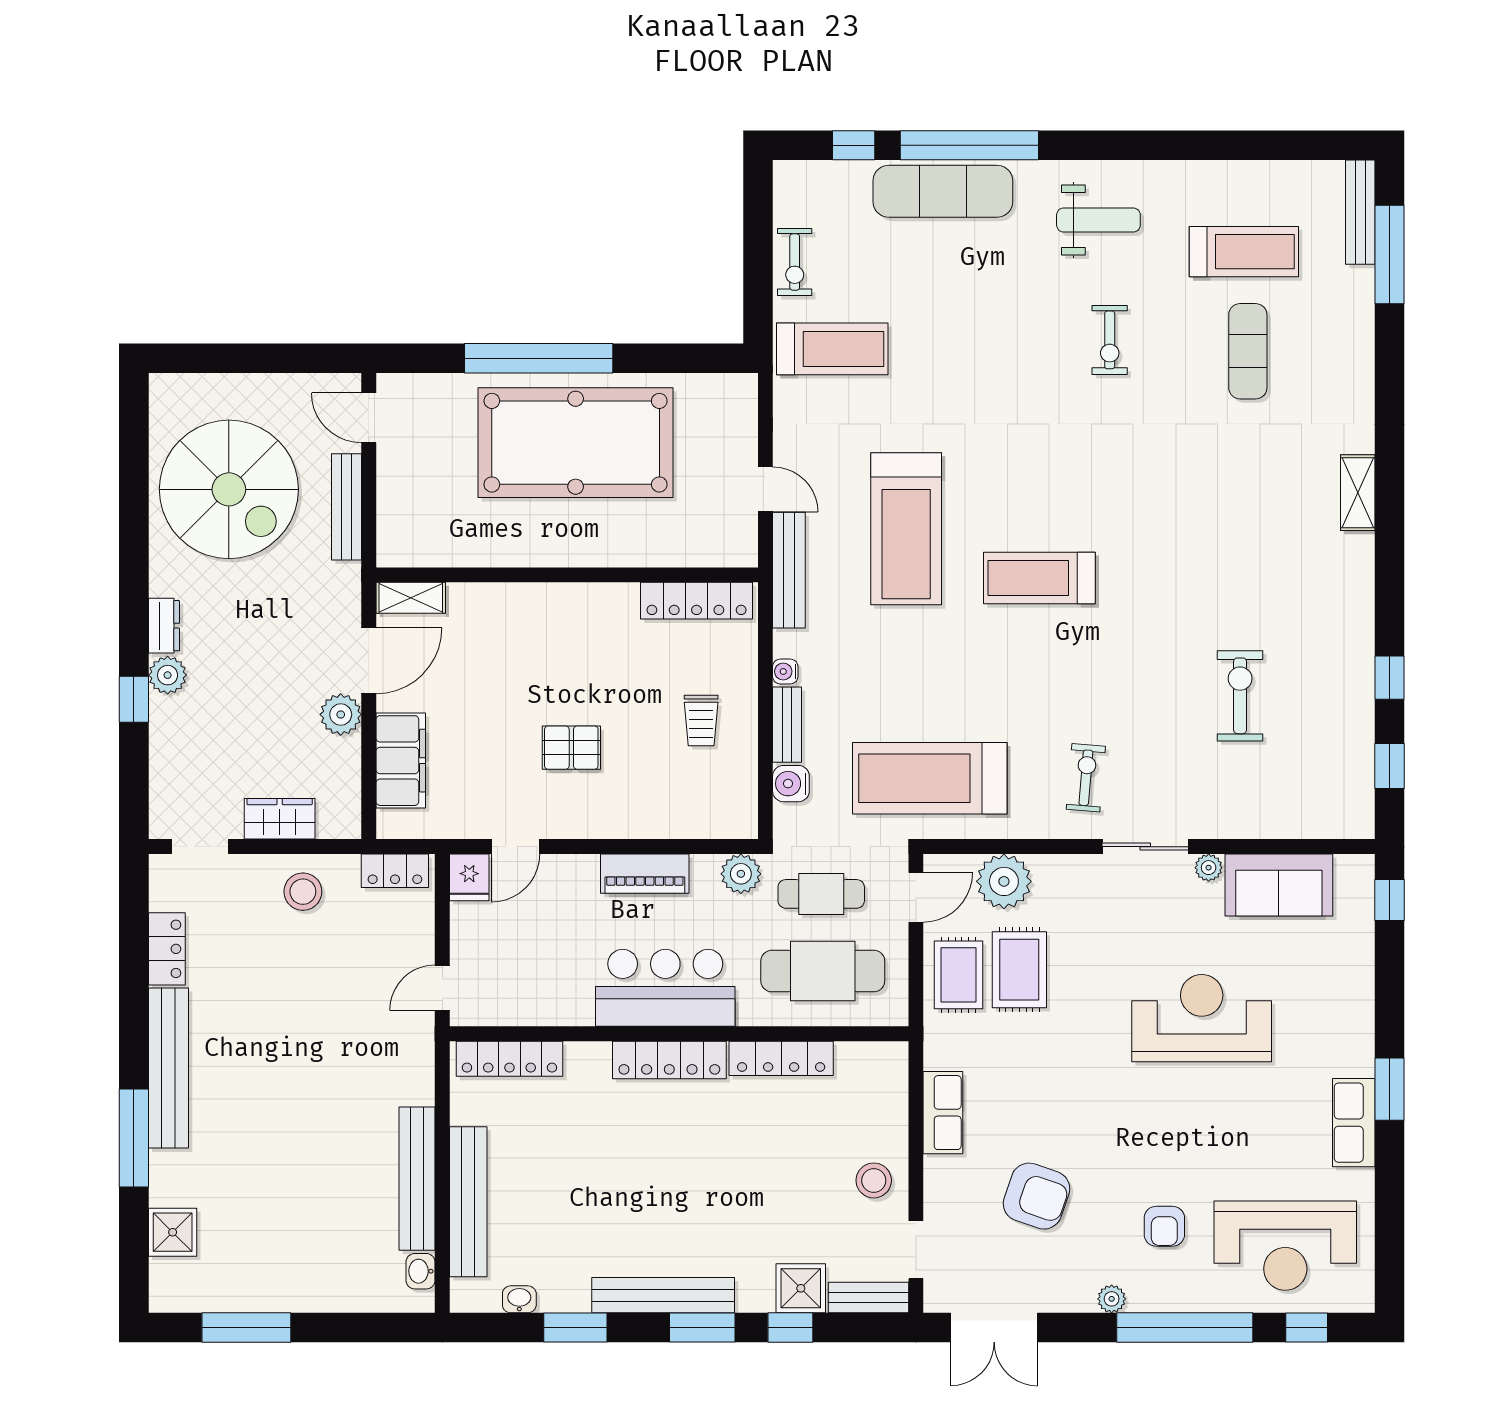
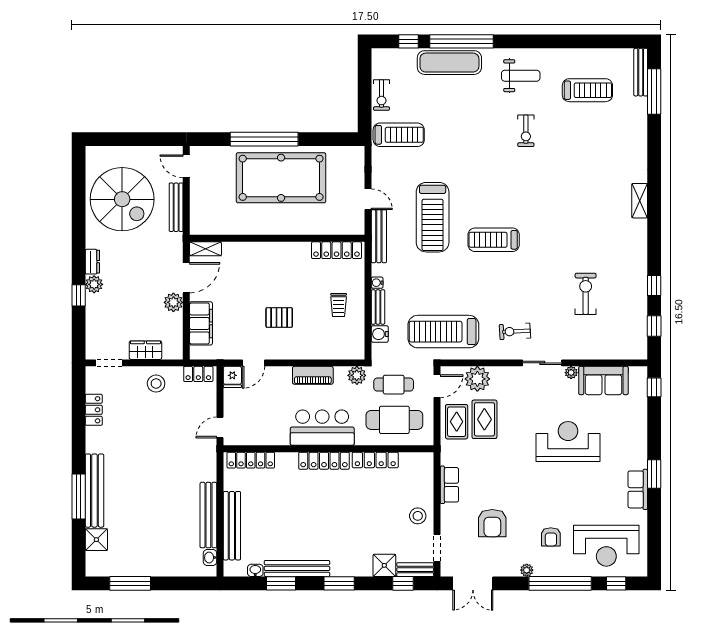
exercise mat: (1248, 351) -> (589, 136), removed
exercise bike: (1086, 778) -> (515, 331), turned -98
bench: (168, 1068) -> (94, 491), moved
armchair: (1036, 1196) -> (492, 523), turned 71
bench: (663, 1295) -> (297, 568), moved
window: (790, 1328) -> (403, 583), moved

